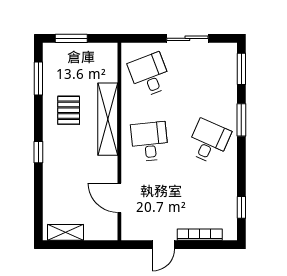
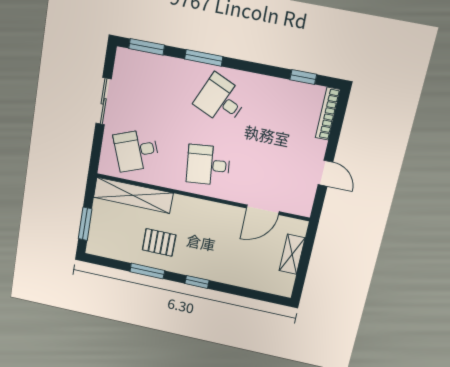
window: (38, 78) -> (147, 271), moved
shelving: (108, 119) -> (133, 195), moved
shelving: (65, 232) -> (292, 254), moved
bookcase: (200, 235) -> (328, 114), moved

